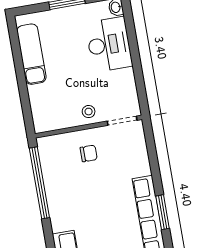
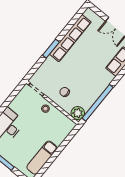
plant: (48, 147) -> (78, 113), added
window: (162, 212) -> (51, 49), moved

